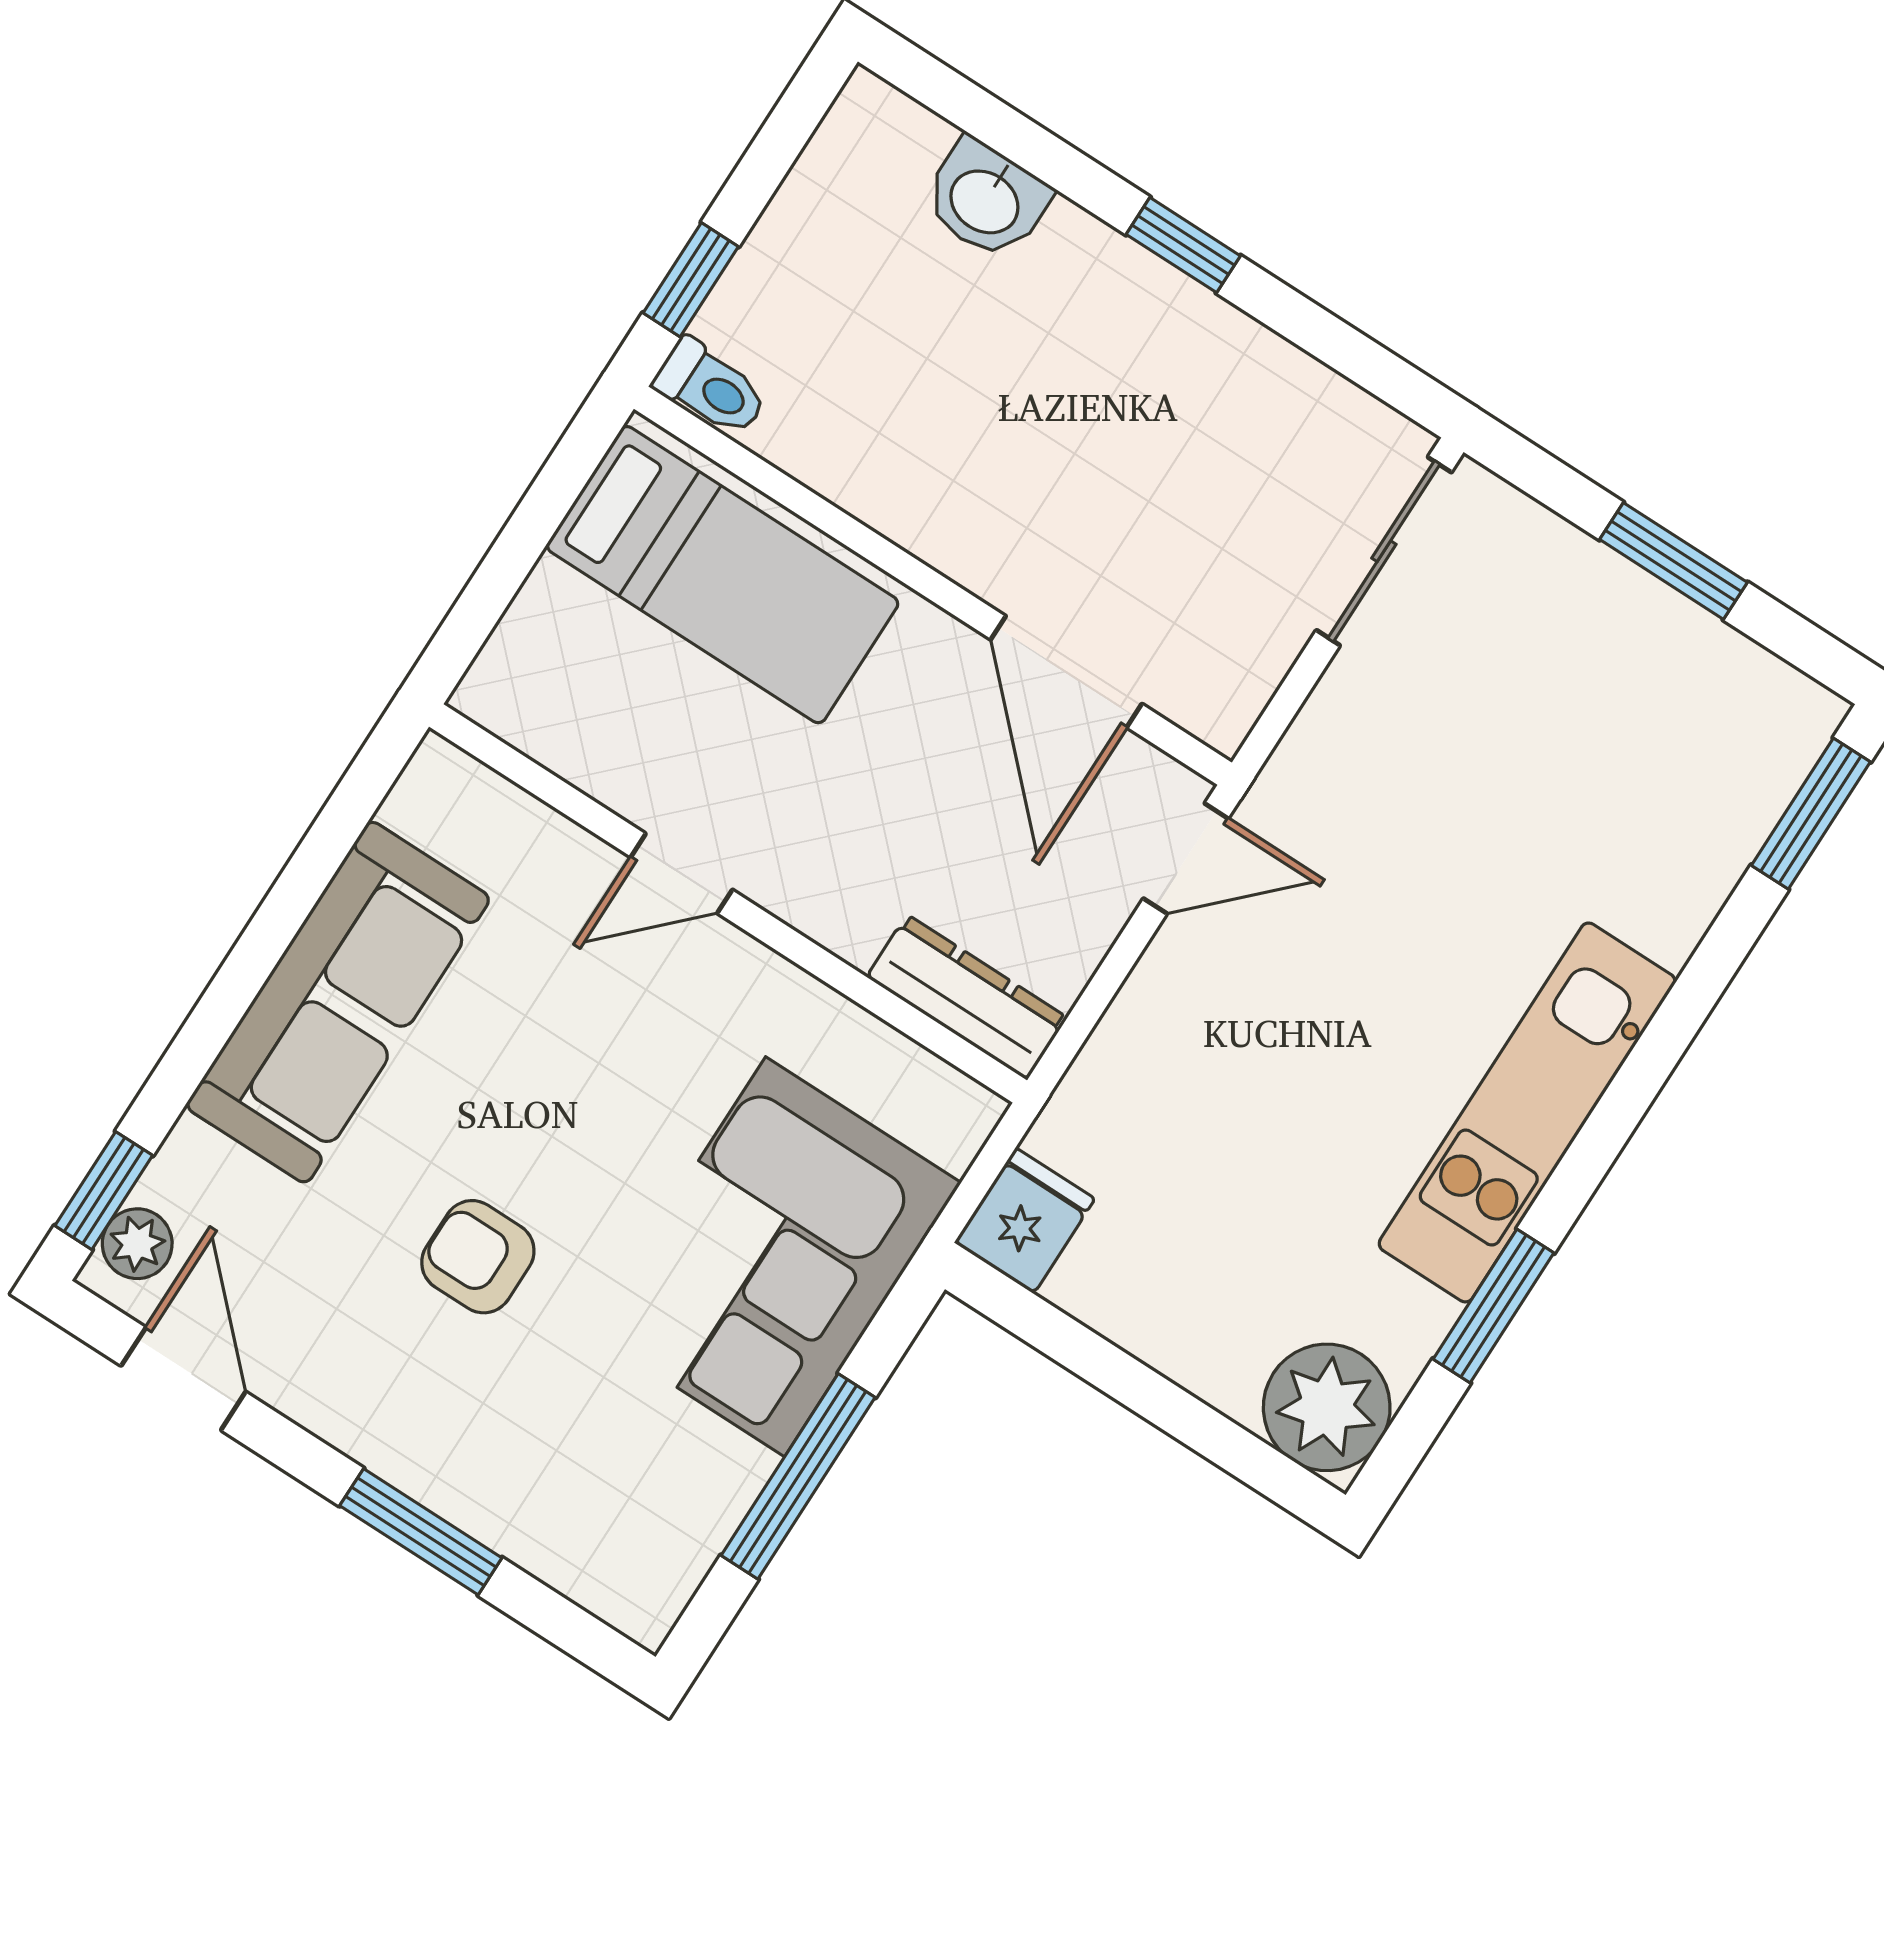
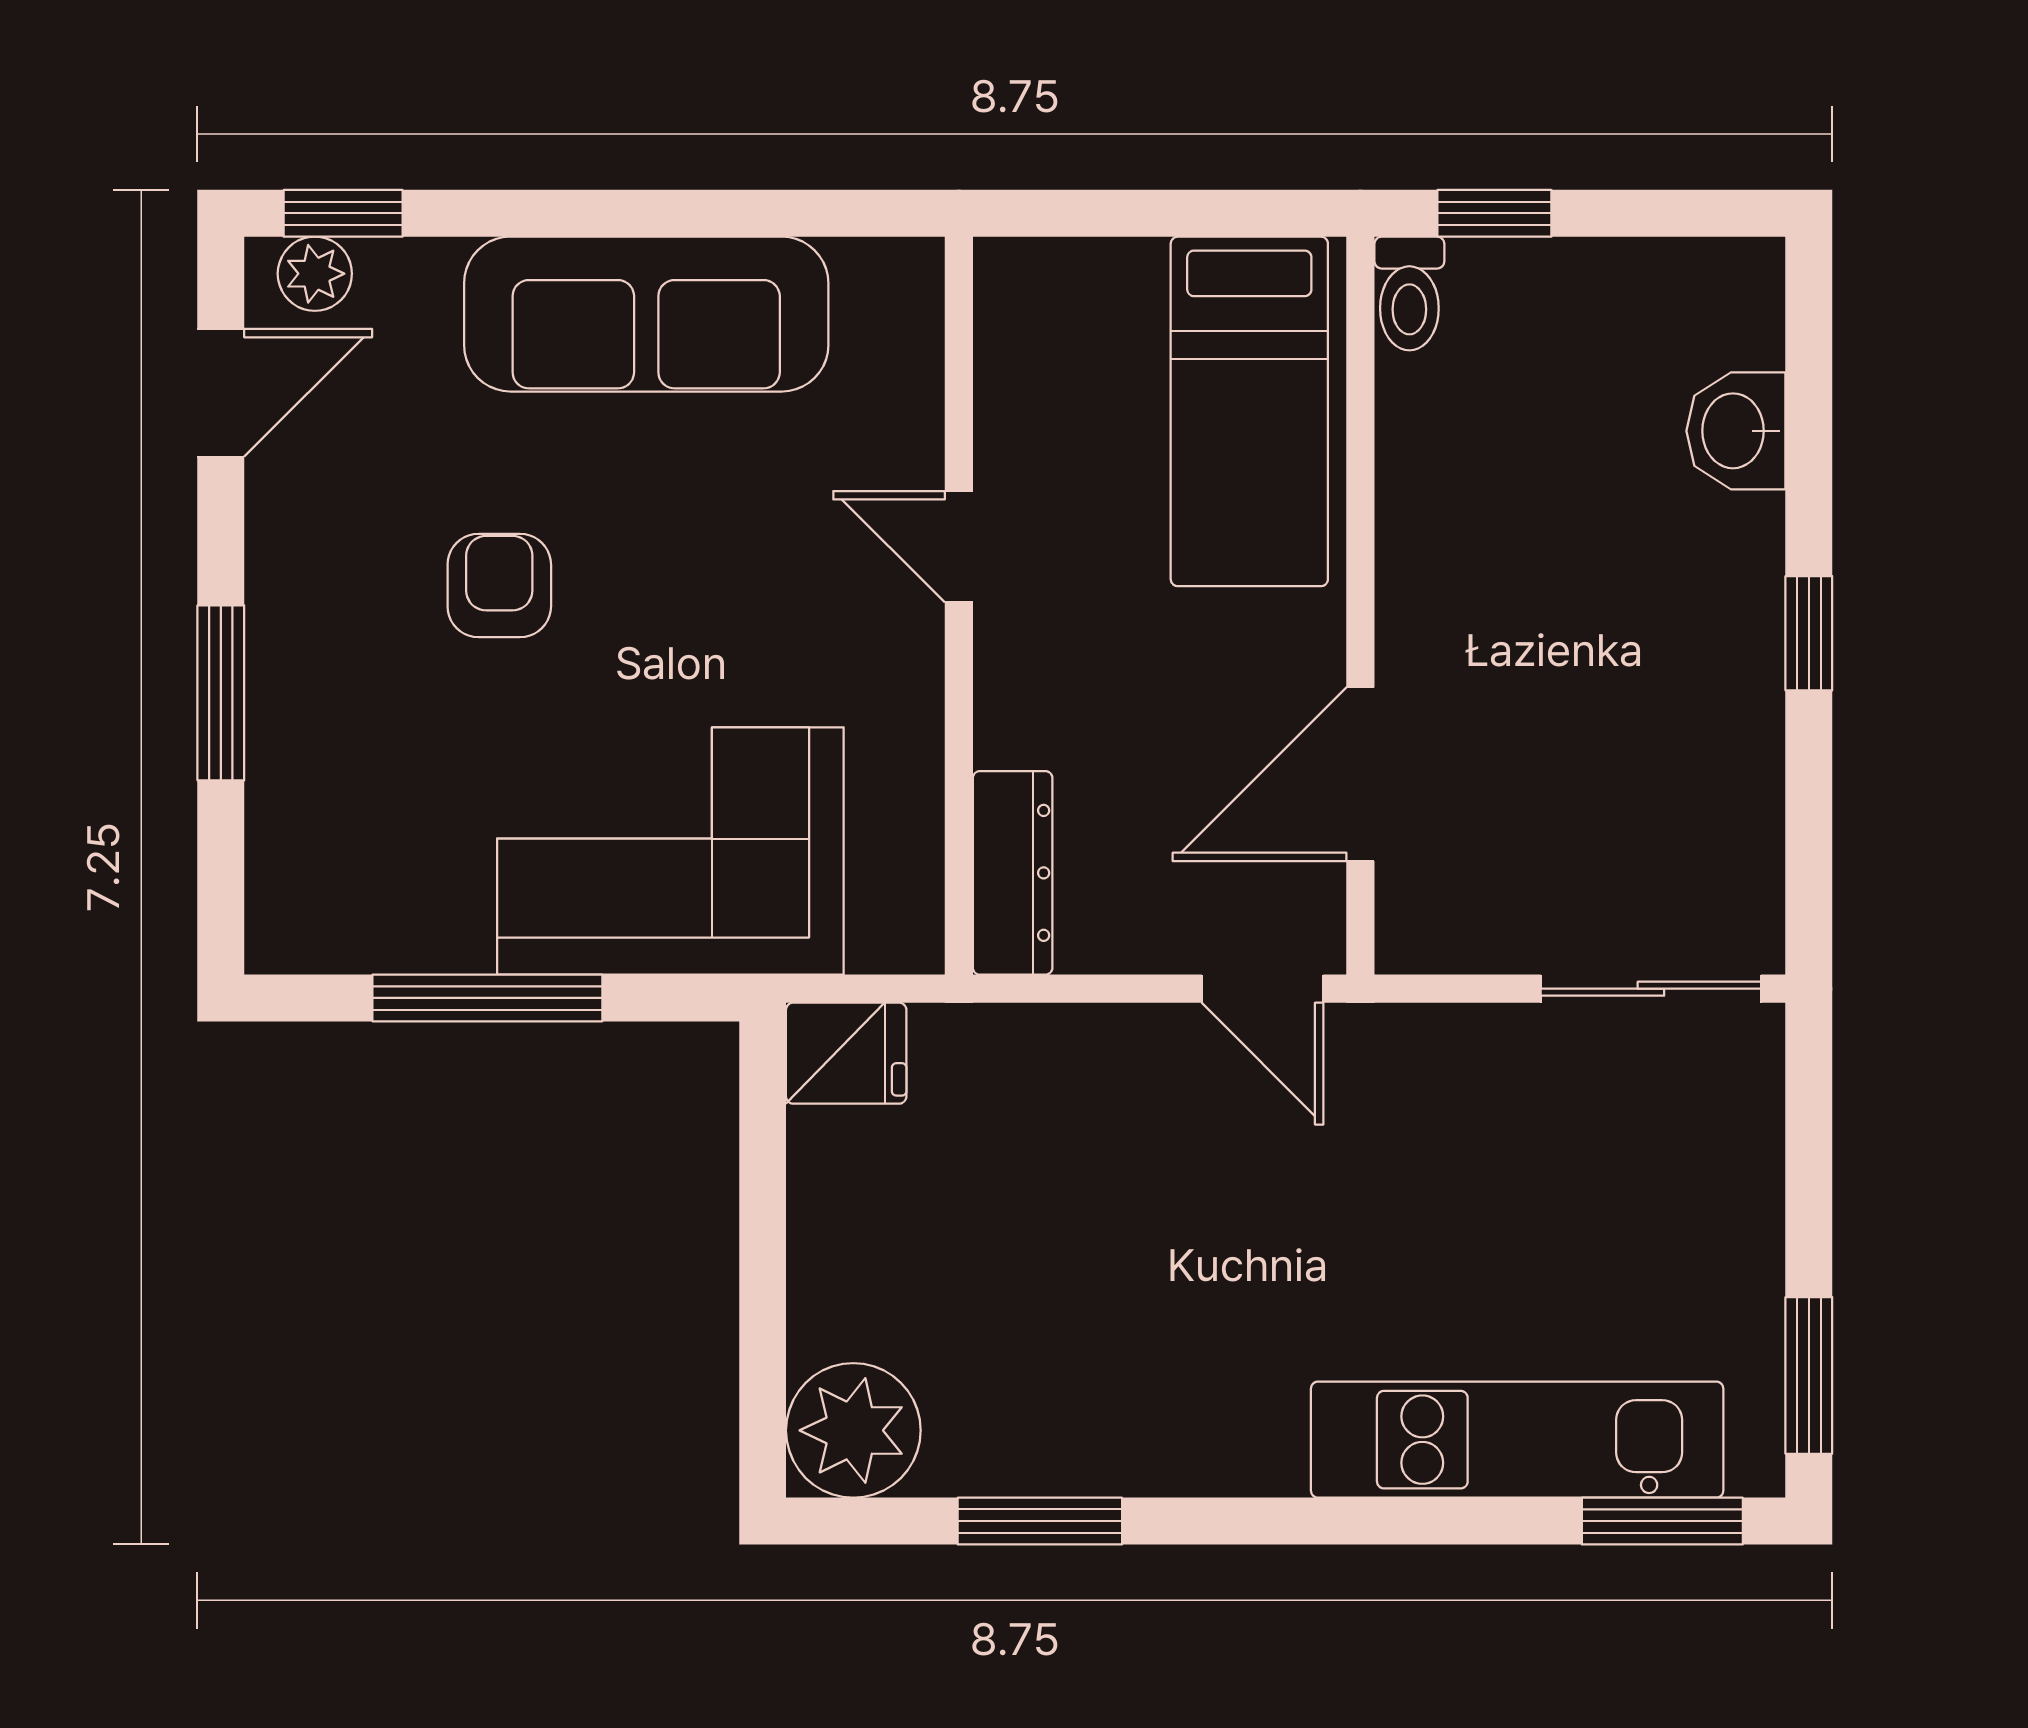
window: (1673, 561) -> (1809, 1375), moved
kitchen unit: (1527, 1112) -> (1517, 1440), moved

